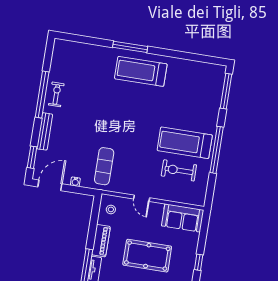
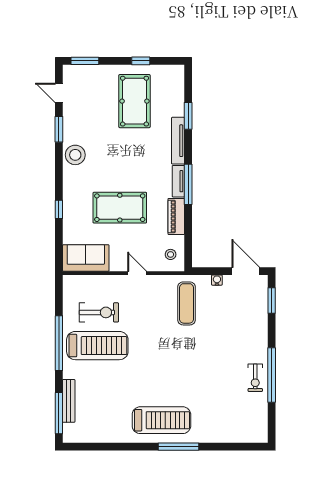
bench: (45, 131) -> (69, 401), moved
door: (50, 185) -> (246, 271), swing flipped

